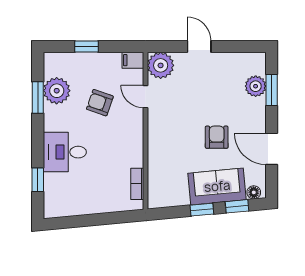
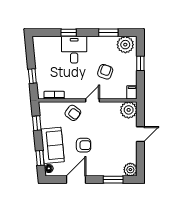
plant: (256, 86) -> (130, 170), moved
plant: (57, 91) -> (125, 45), moved
door: (145, 97) -> (92, 100), moved
armchair: (165, 154) -> (73, 113), added
window: (38, 180) -> (69, 33), moved
window: (202, 210) -> (37, 123), moved
window: (107, 219) -> (32, 76), added

